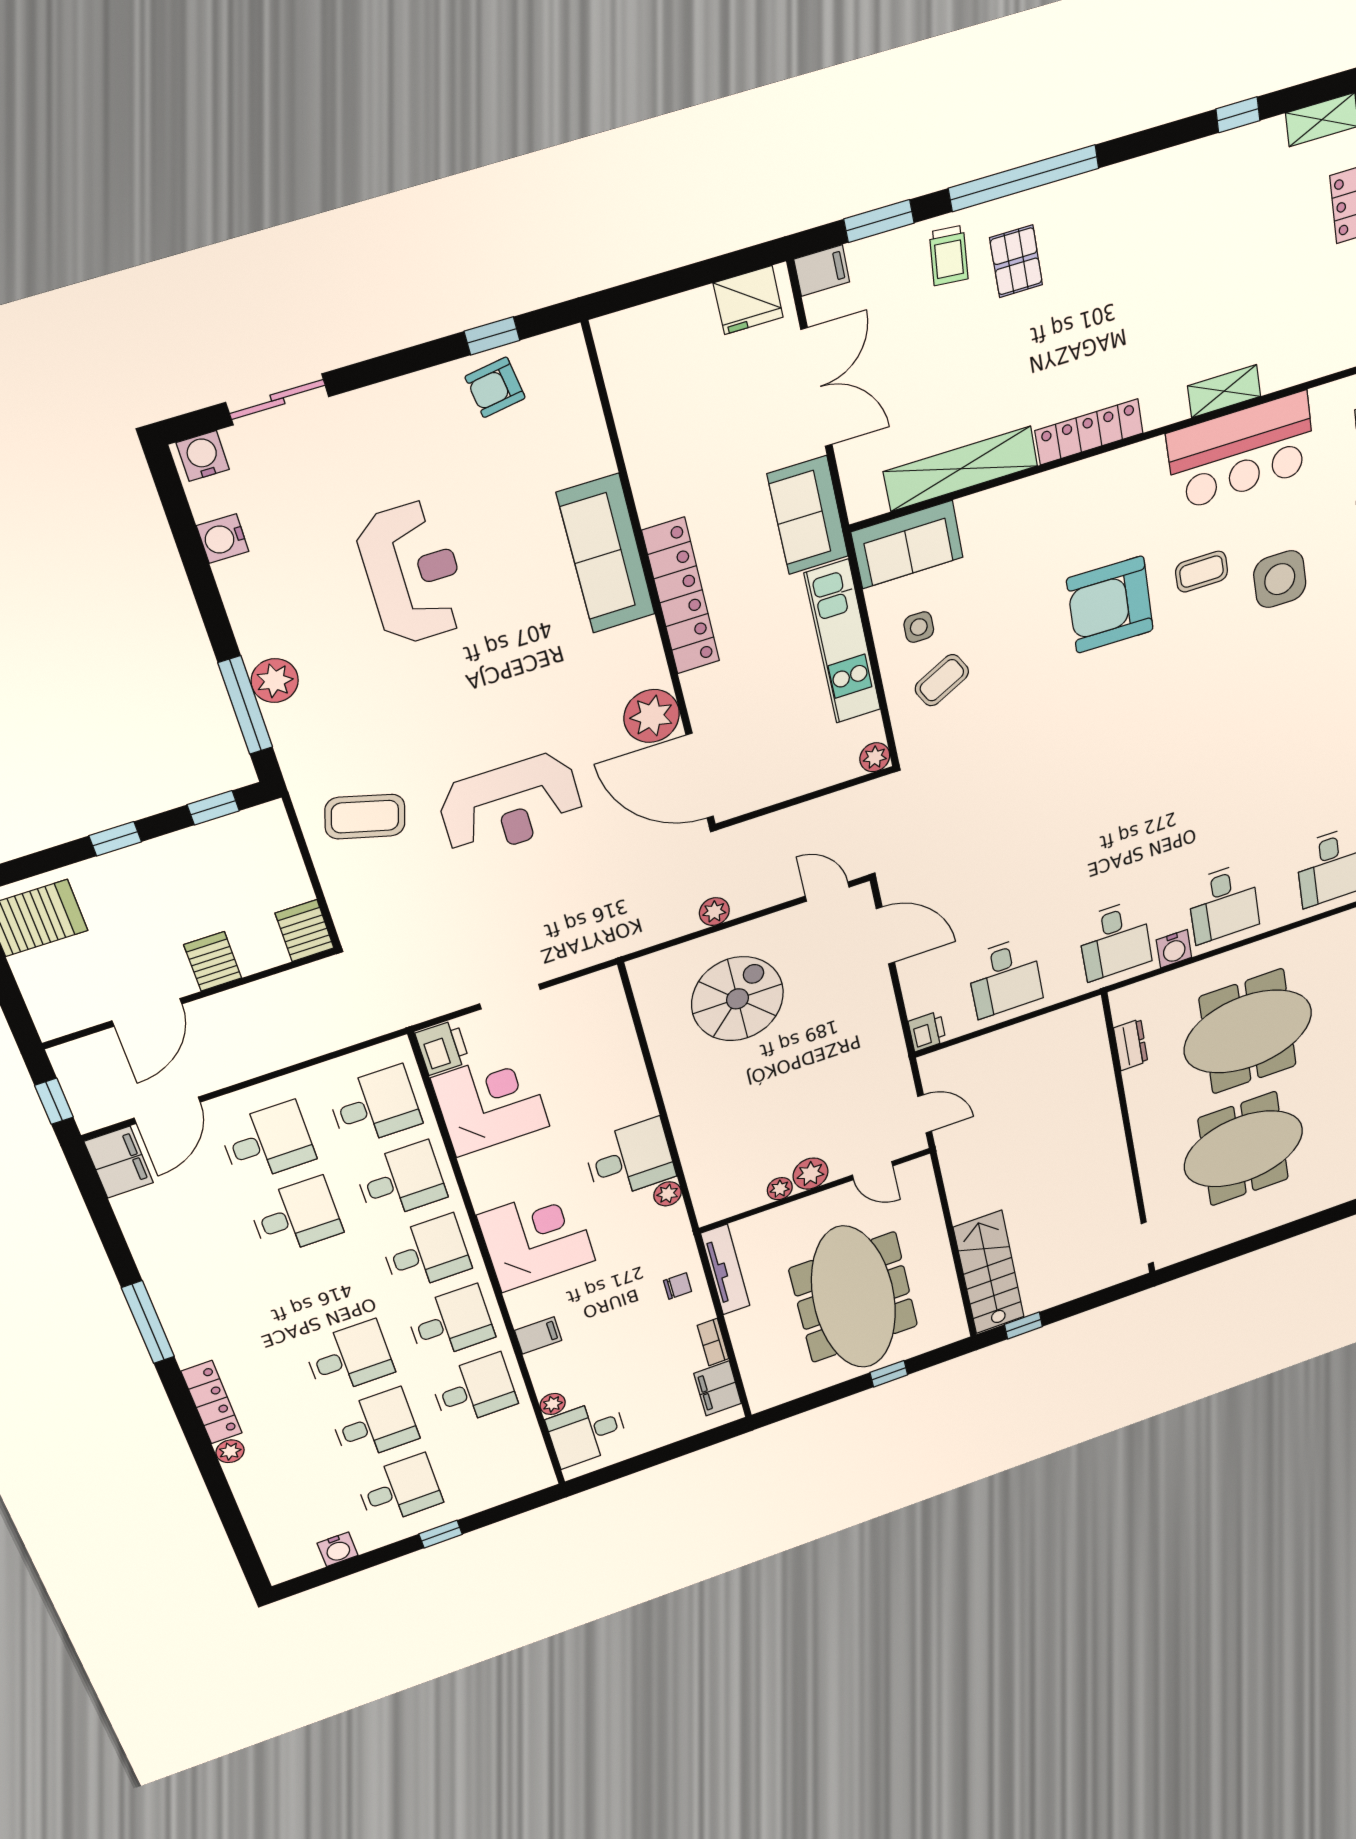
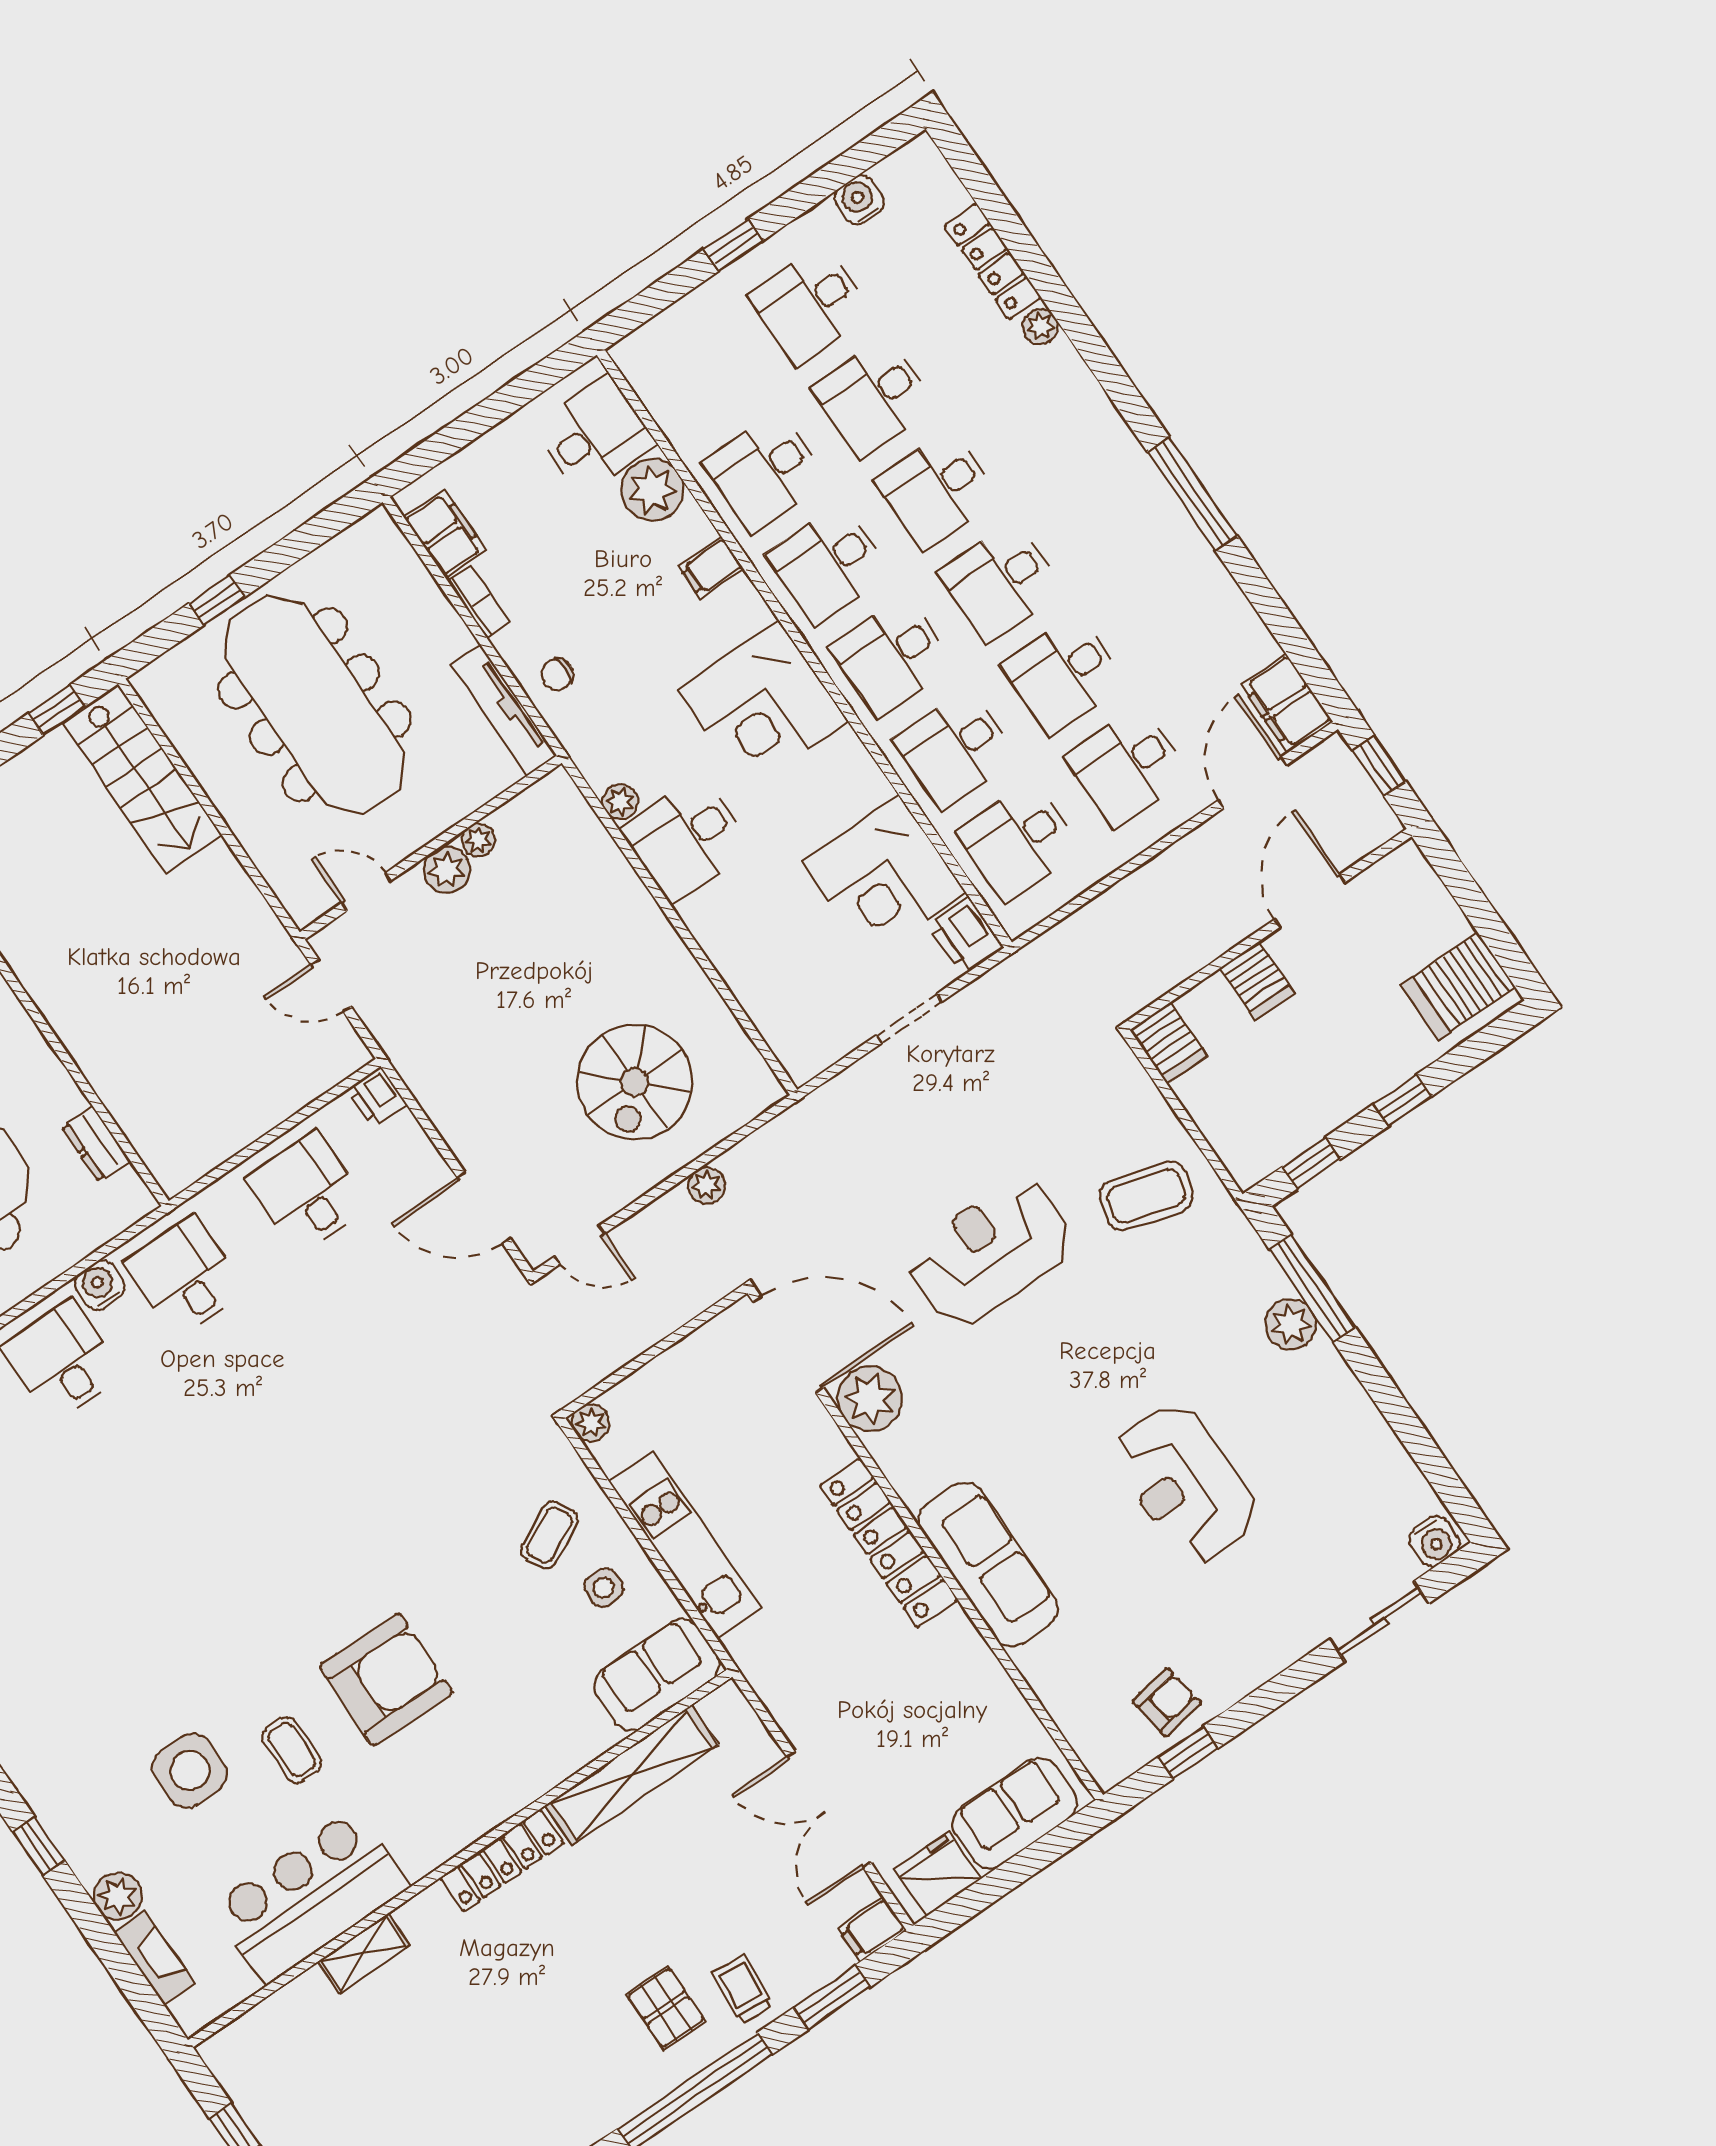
sofa: (808, 515) -> (1015, 1813), moved, turned -90
water cooler: (223, 539) -> (1390, 1462), removed
coffee table: (1202, 572) -> (292, 1750), turned 90
desk: (323, 1288) -> (1000, 582), added
locker: (212, 1402) -> (993, 261), moved
plant: (553, 1404) -> (652, 490), width x1.88, depth x1.88

